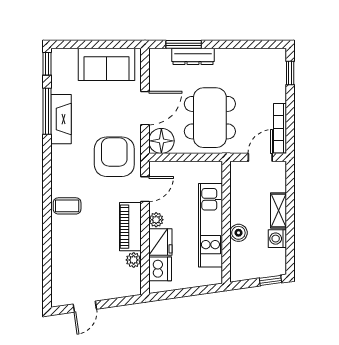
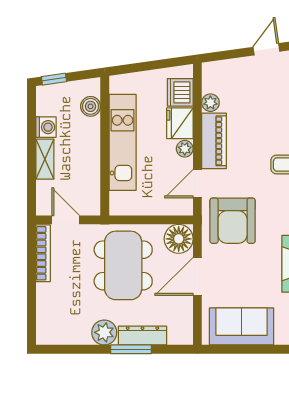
window: (184, 44) -> (131, 349), moved
plant: (226, 59) -> (104, 332), added
window: (290, 73) -> (31, 316), removed
door: (260, 157) -> (66, 220), swing flipped
boiler: (238, 233) -> (91, 106), moved

